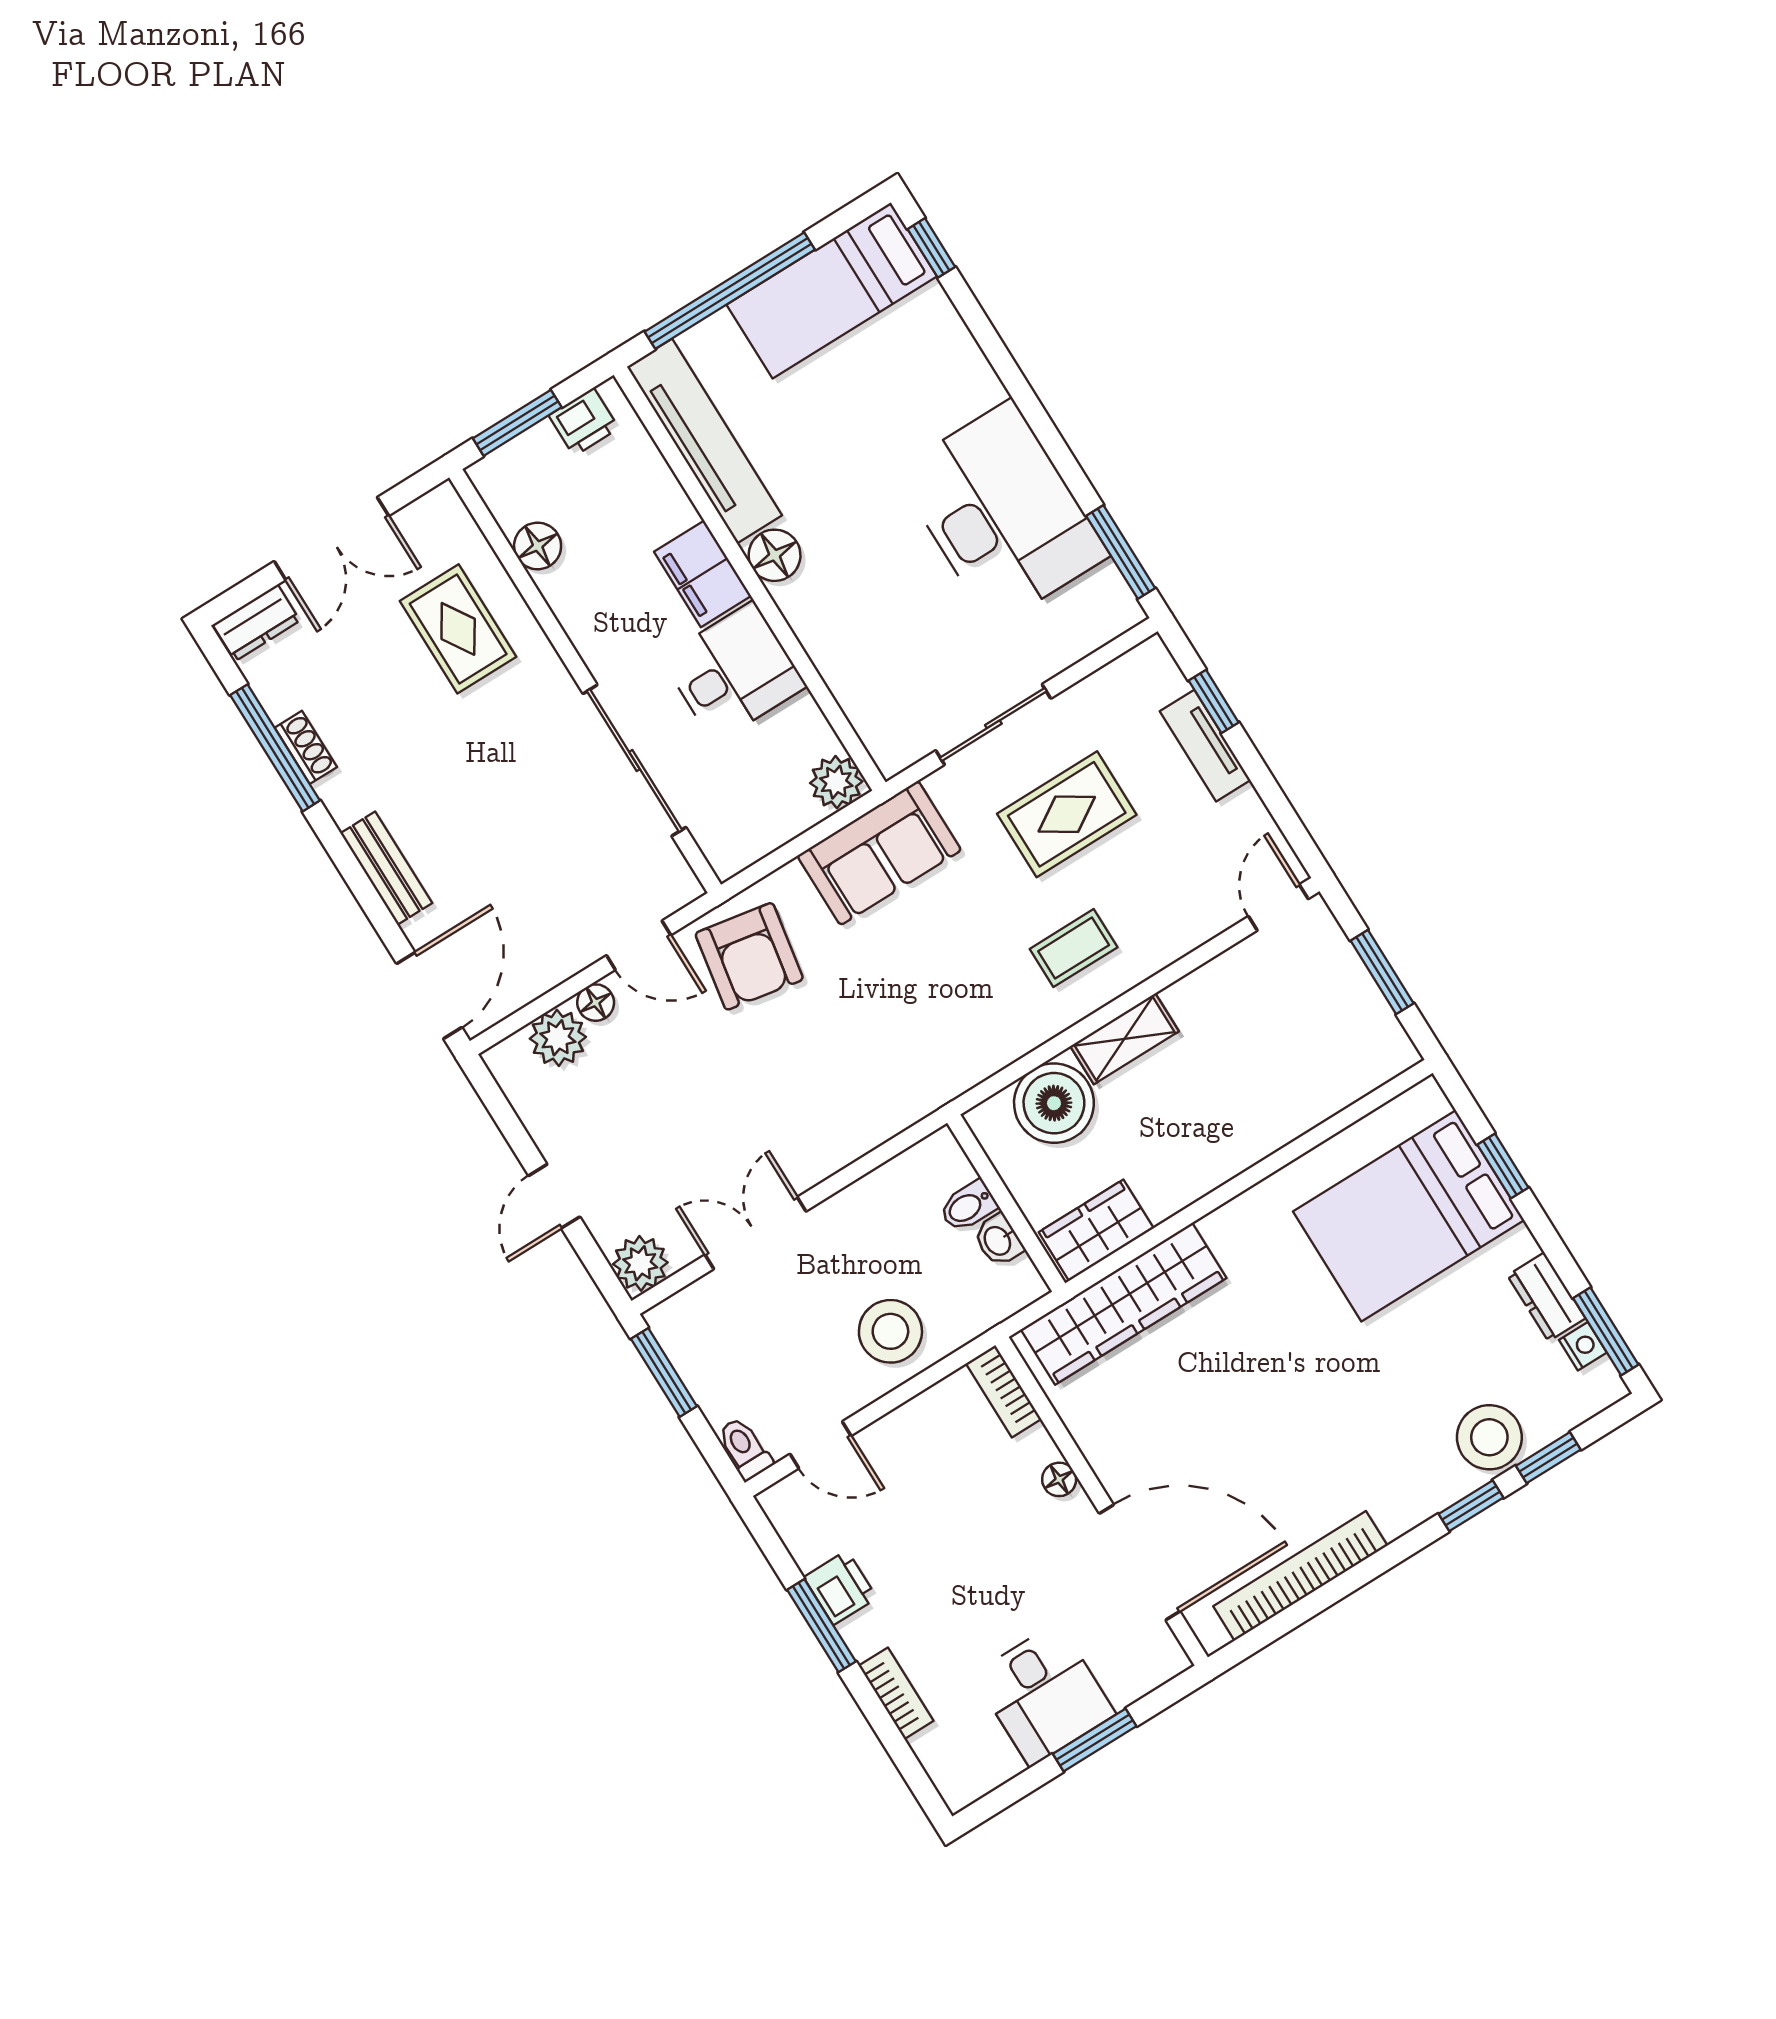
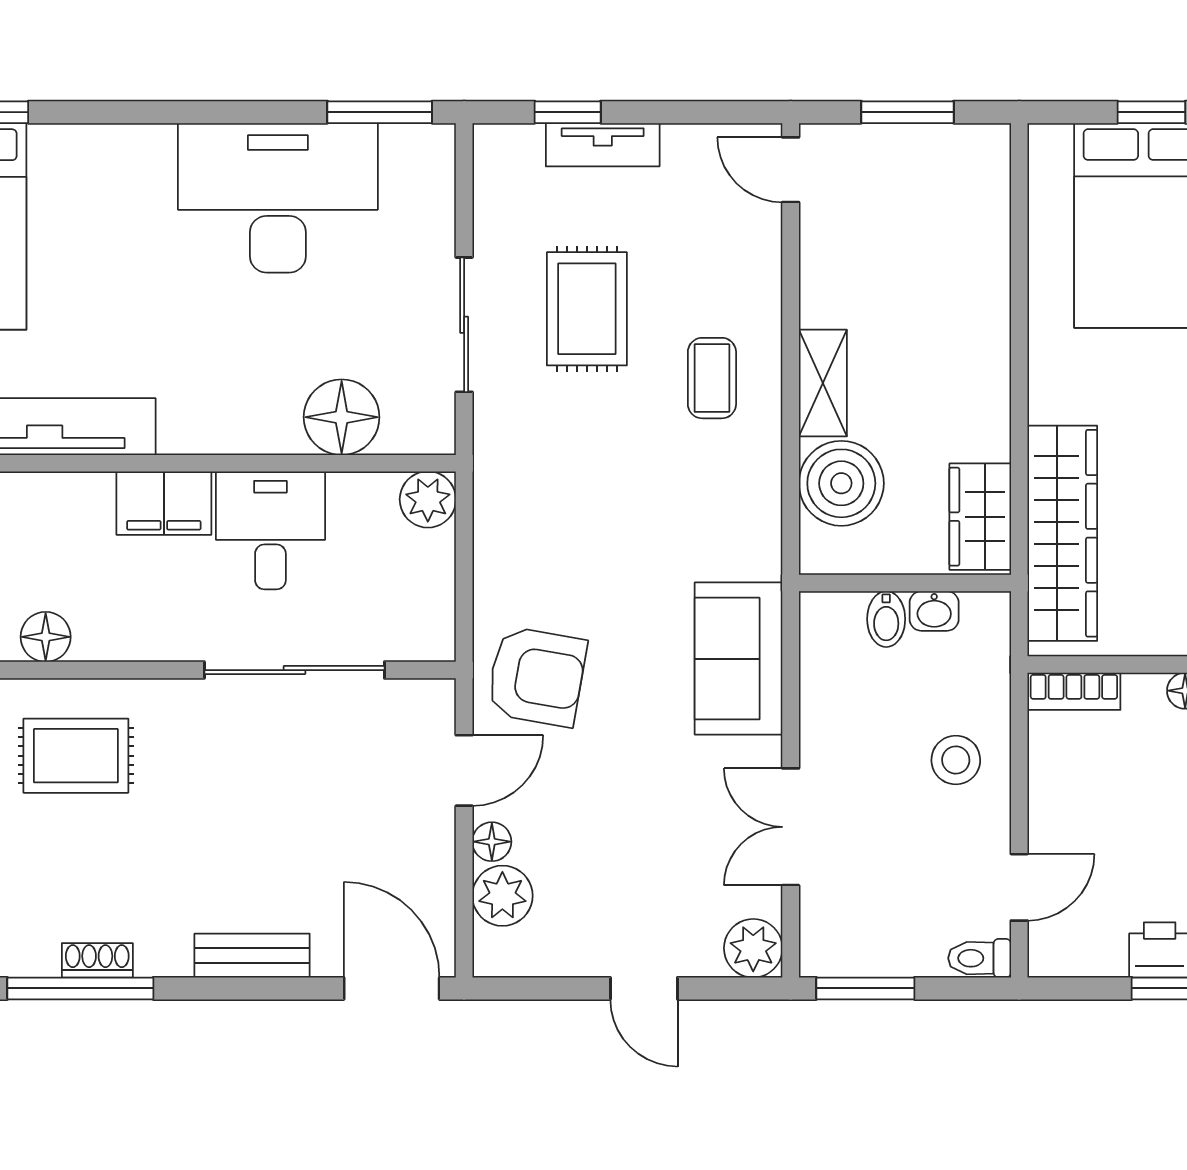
floor lamp: (775, 555) -> (342, 417), moved, width x1.38, depth x1.38
sofa: (879, 853) -> (739, 659), moved, turned 180
stool: (890, 1331) -> (956, 760), width x0.73, depth x0.73

